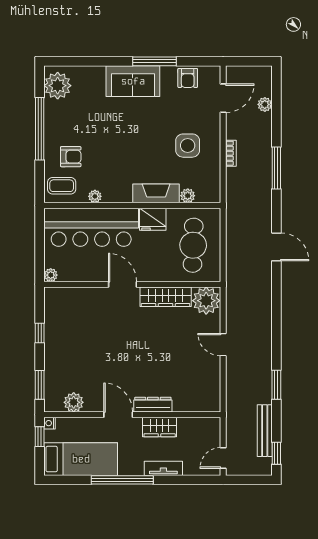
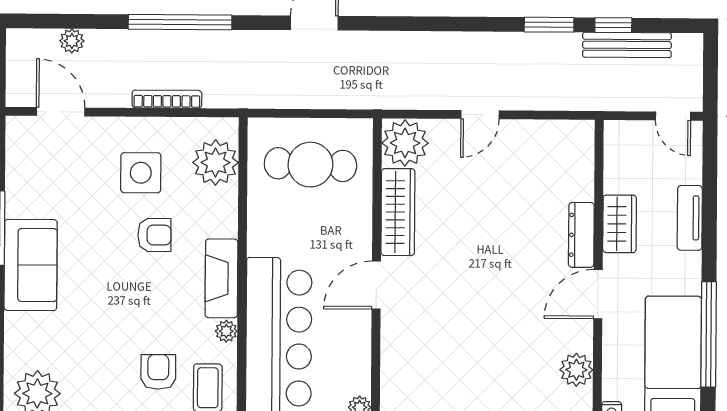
armchair: (188, 78) -> (154, 235), moved
bookcase: (231, 153) -> (167, 99), width x1.56
window: (276, 168) -> (180, 22), width x1.46
fireplace: (156, 193) -> (221, 278), moved
plant: (188, 196) -> (216, 162), width x1.88, depth x1.88
fridge: (153, 219) -> (266, 233), removed
window: (276, 453) -> (613, 25), moved
window: (122, 480) -> (709, 334), moved

